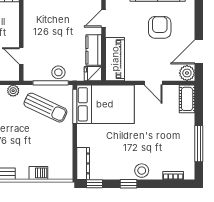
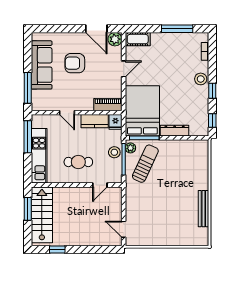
cafe table: (47, 31) -> (78, 162), added
piano: (115, 59) -> (108, 105), width x0.73, depth x0.75
plant: (13, 91) -> (130, 148), moved
dresser: (83, 163) -> (175, 131), moved
barbecue: (38, 173) -> (203, 170), removed

